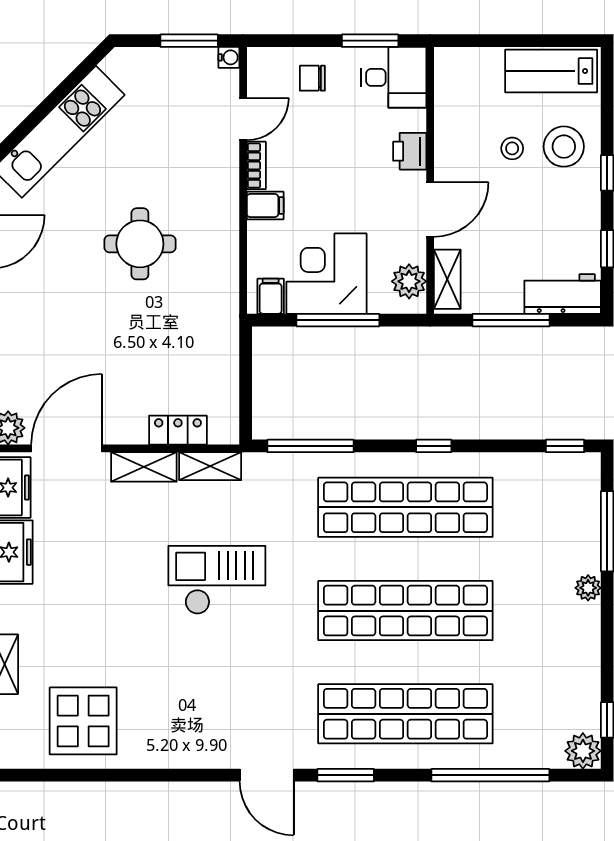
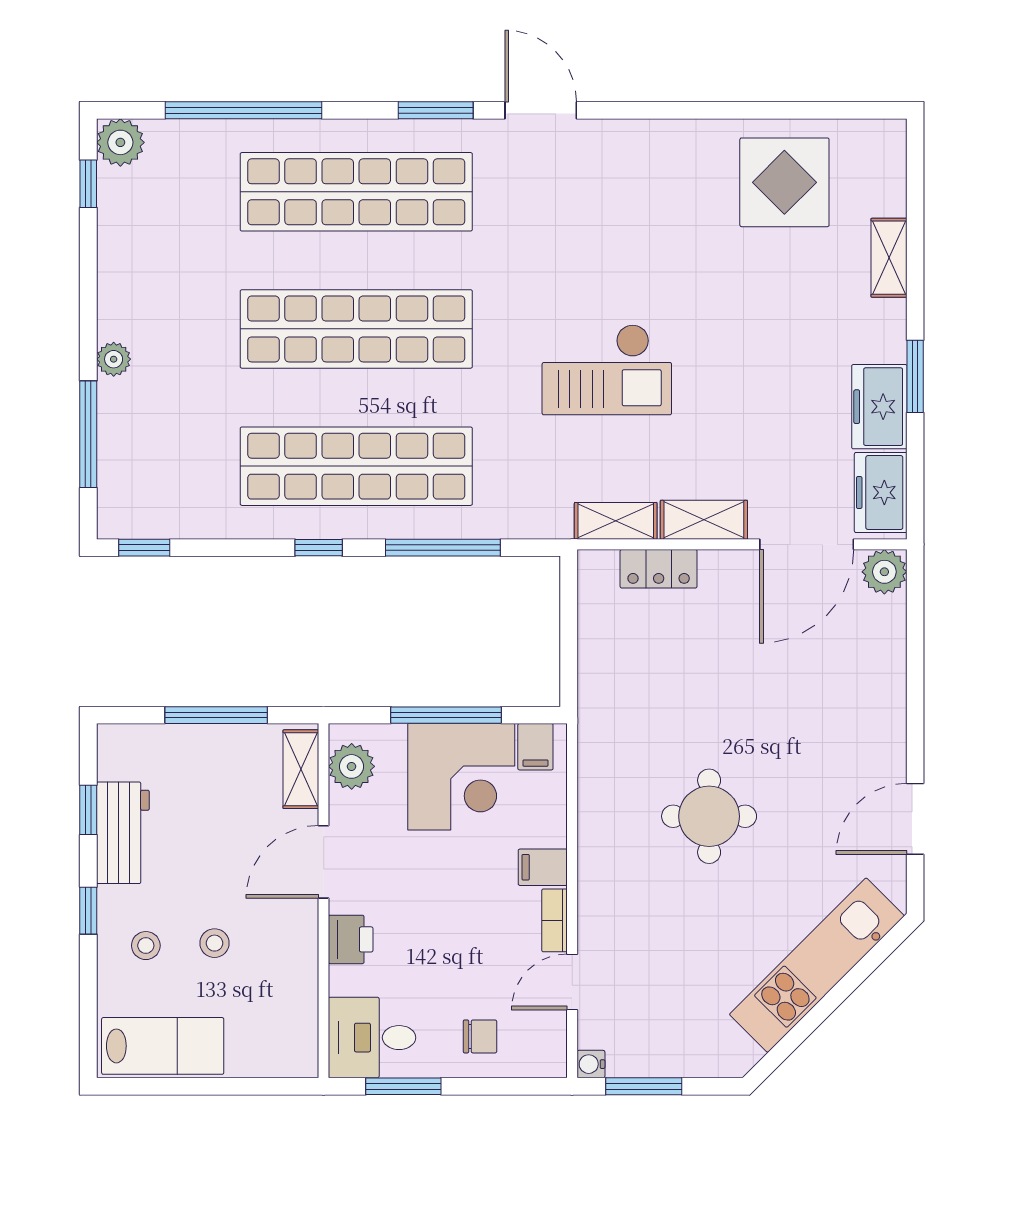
stool: (564, 147) -> (146, 946), width x0.53, depth x0.53
workbench: (563, 294) -> (123, 833), moved, turned -90
window: (311, 446) -> (443, 548), moved

